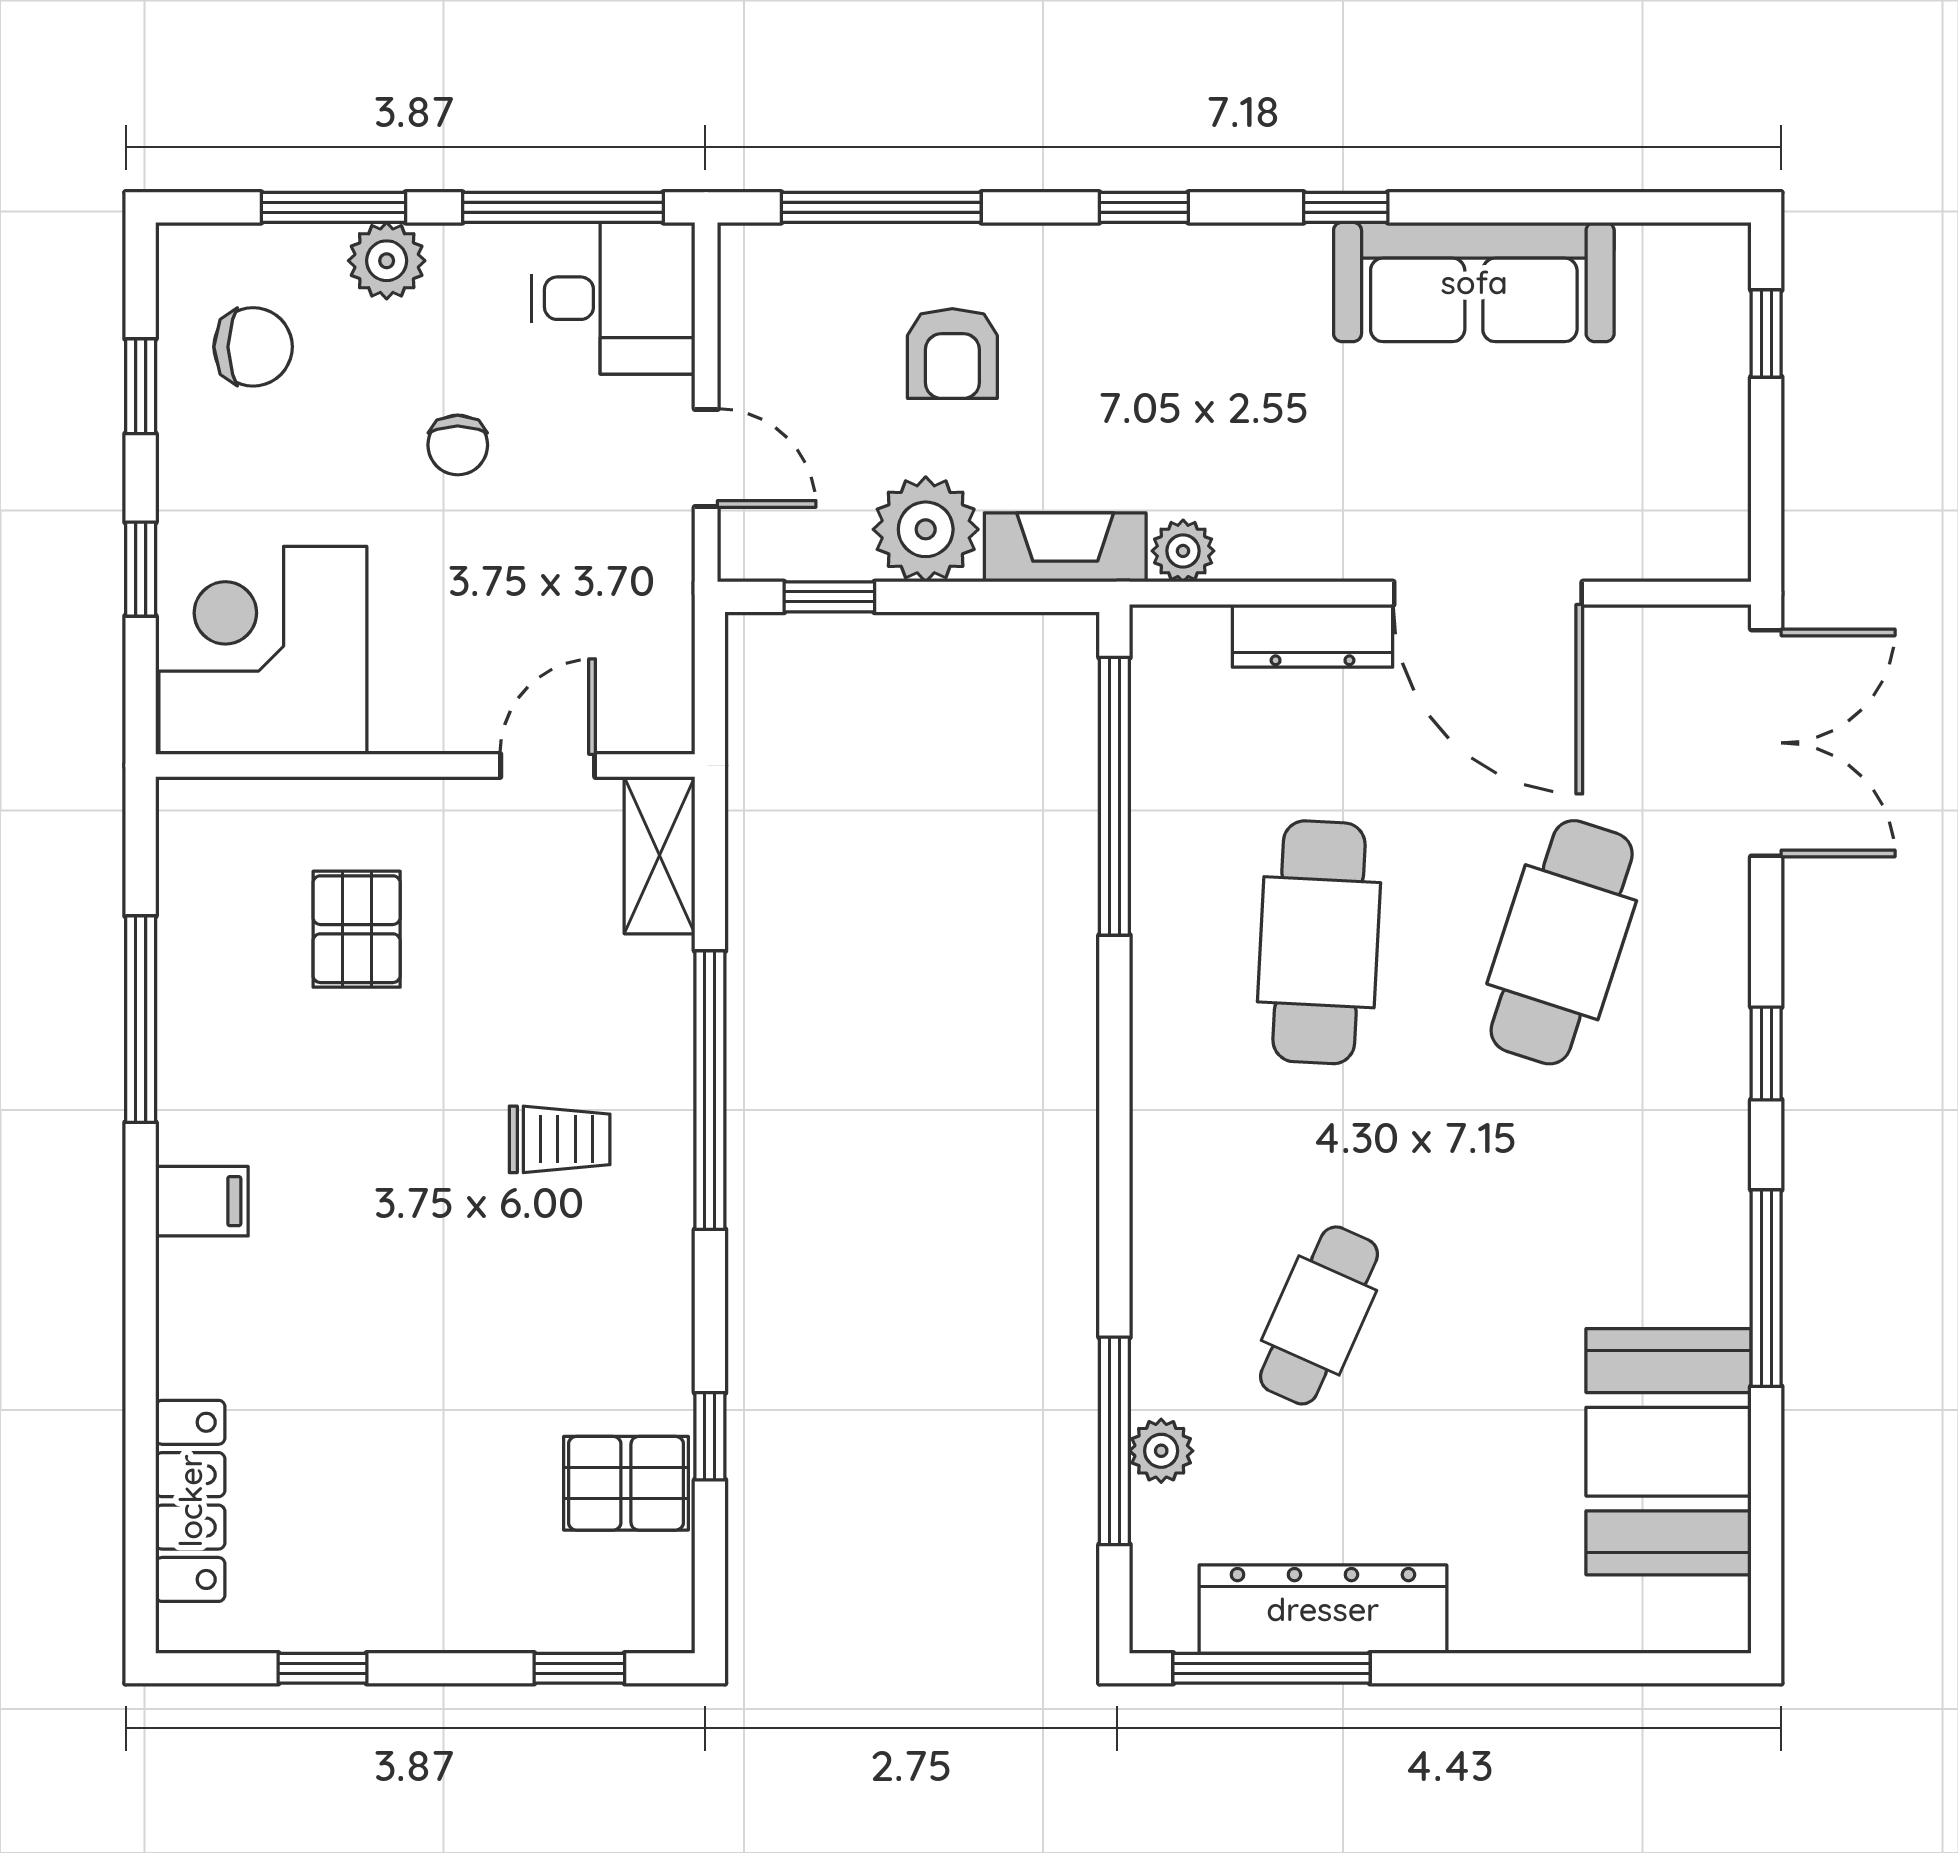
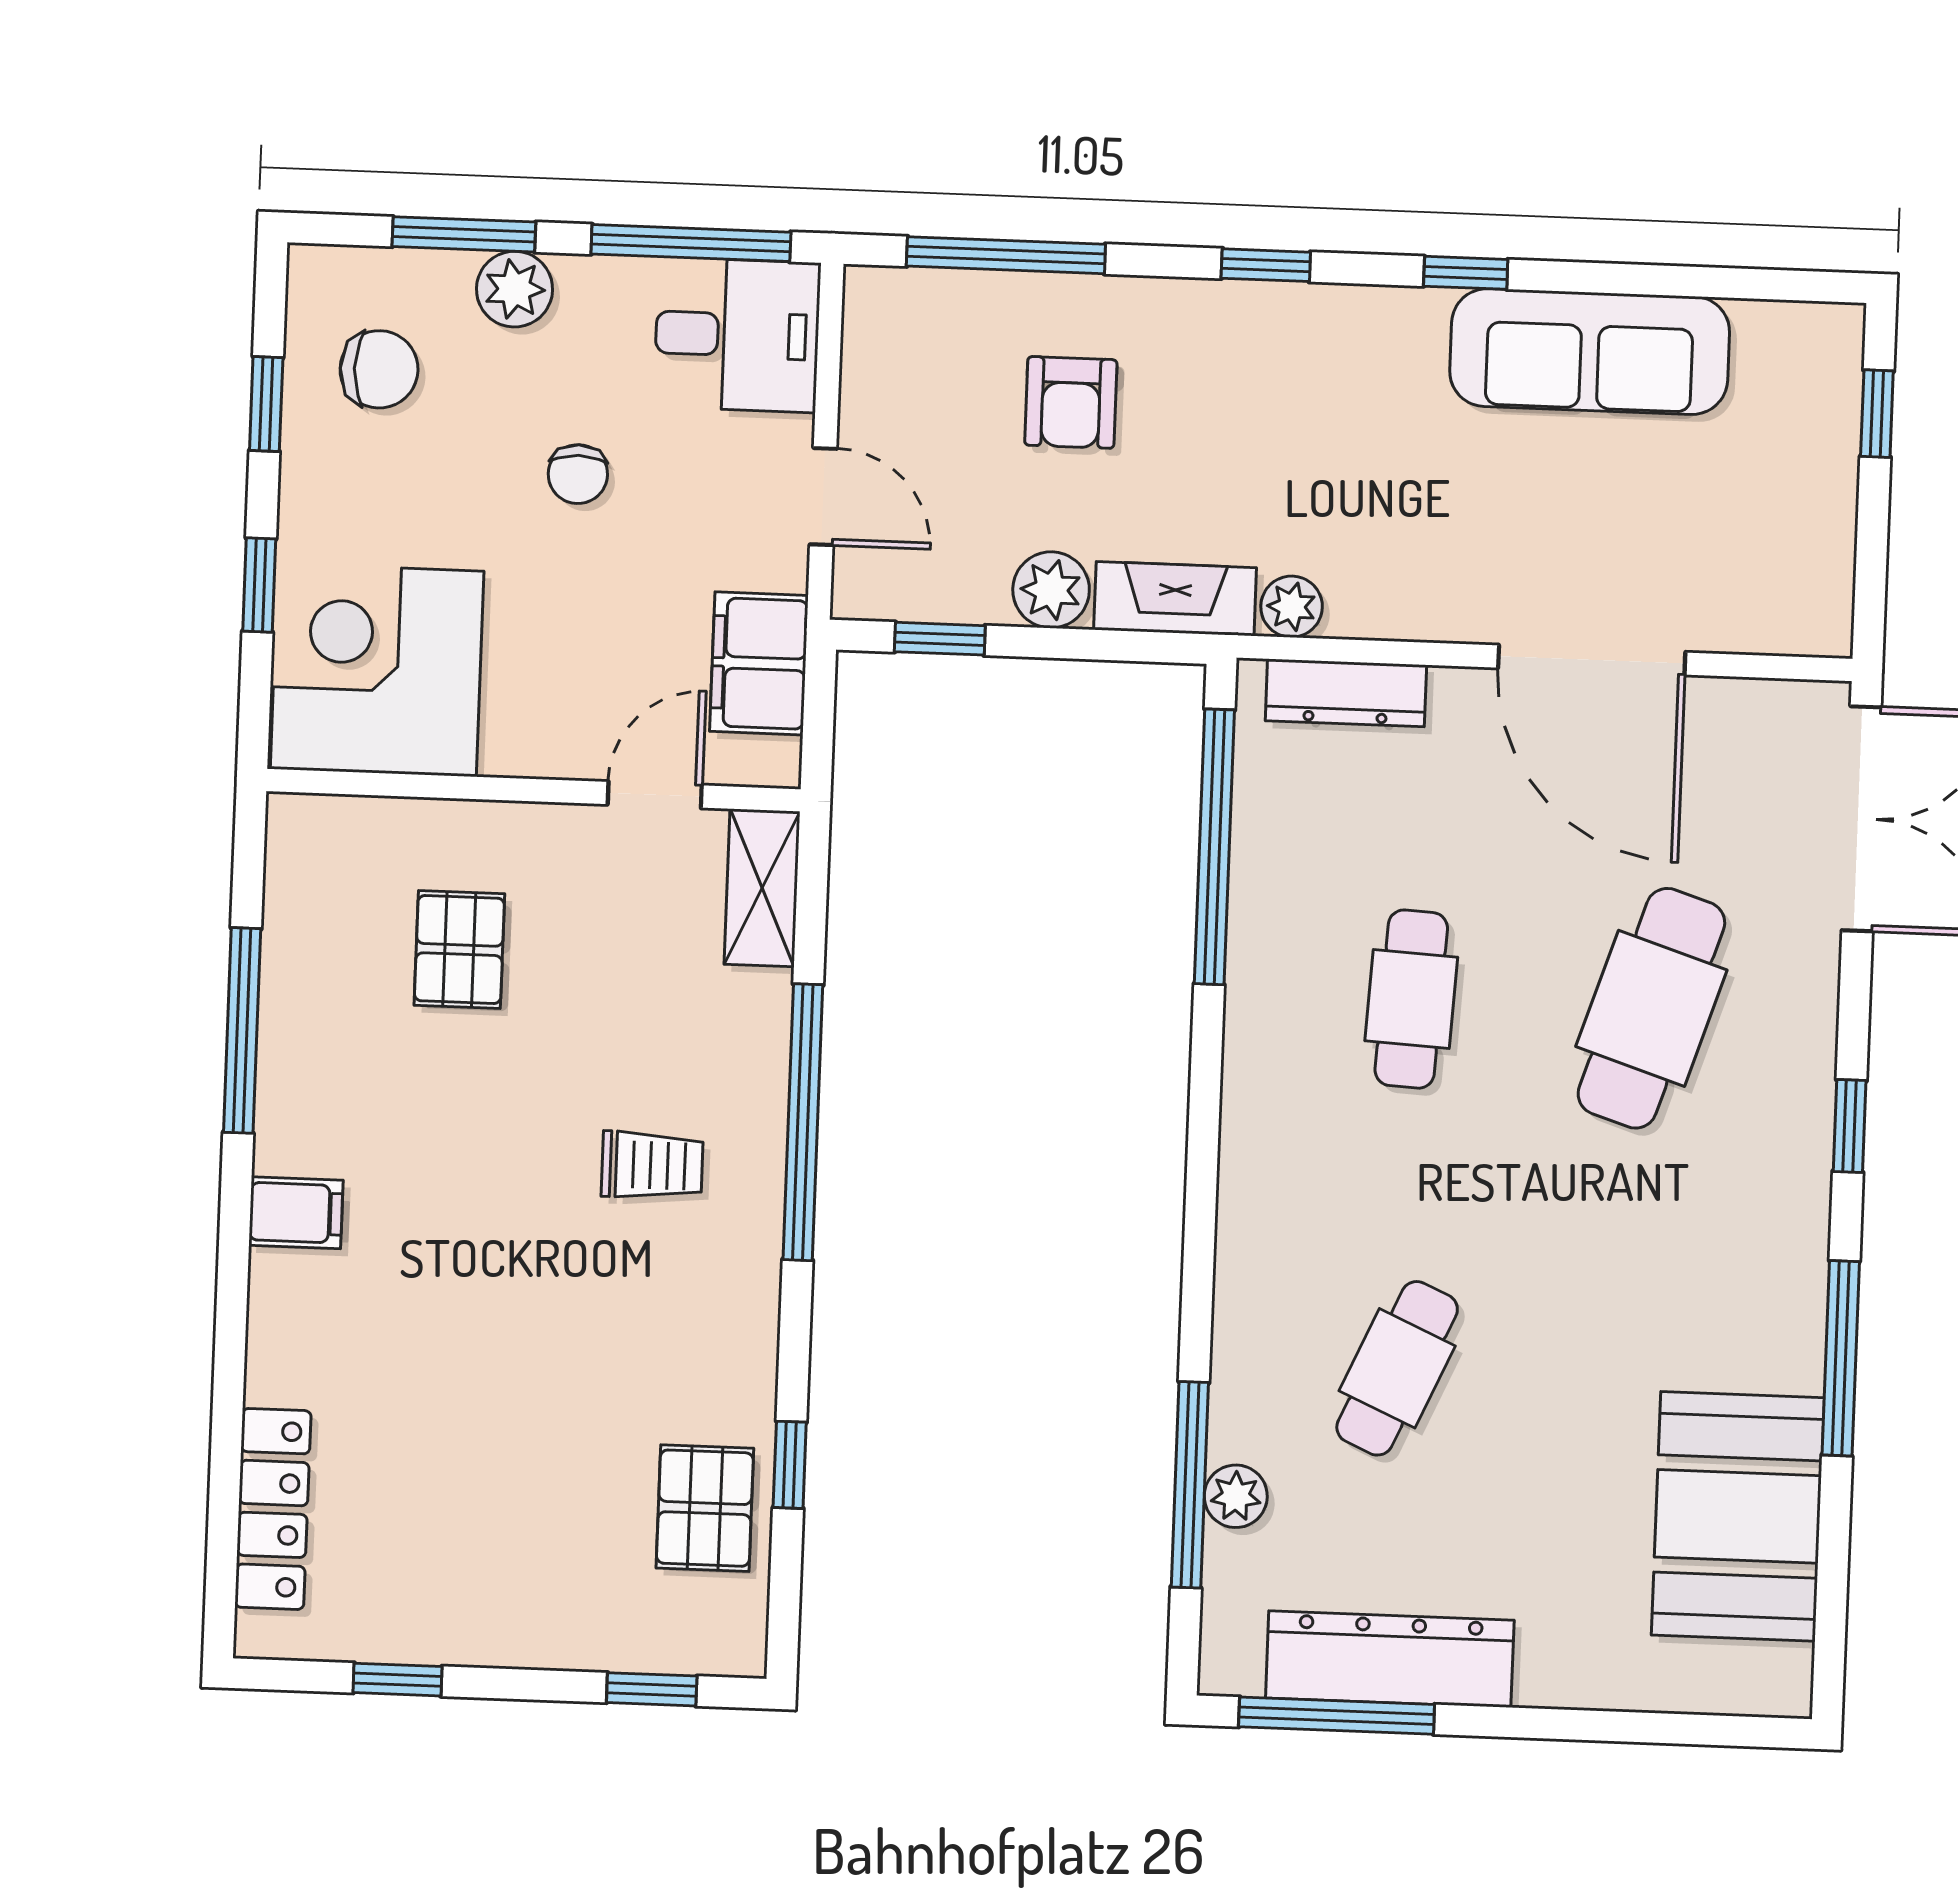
plant: (926, 529) -> (1051, 590), width x0.73, depth x0.73
filing cabinet: (648, 629) -> (759, 663), added
dresser: (1312, 636) -> (1346, 693), moved
cafe table: (1319, 942) -> (1411, 999), width x0.73, depth x0.74
pallet: (626, 1483) -> (705, 1508), turned 90

